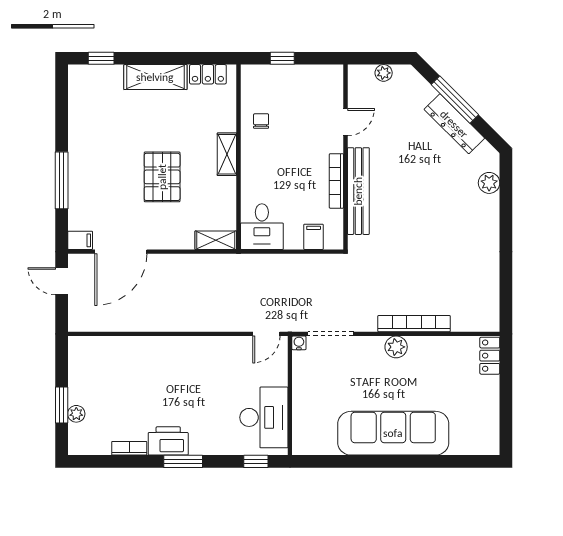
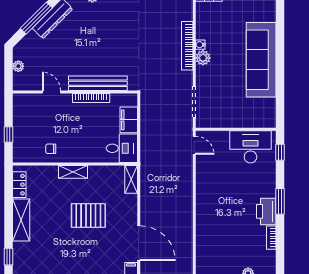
filing cabinet: (314, 237) -> (129, 120), width x2.00
water cooler: (299, 343) -> (200, 45), moved

